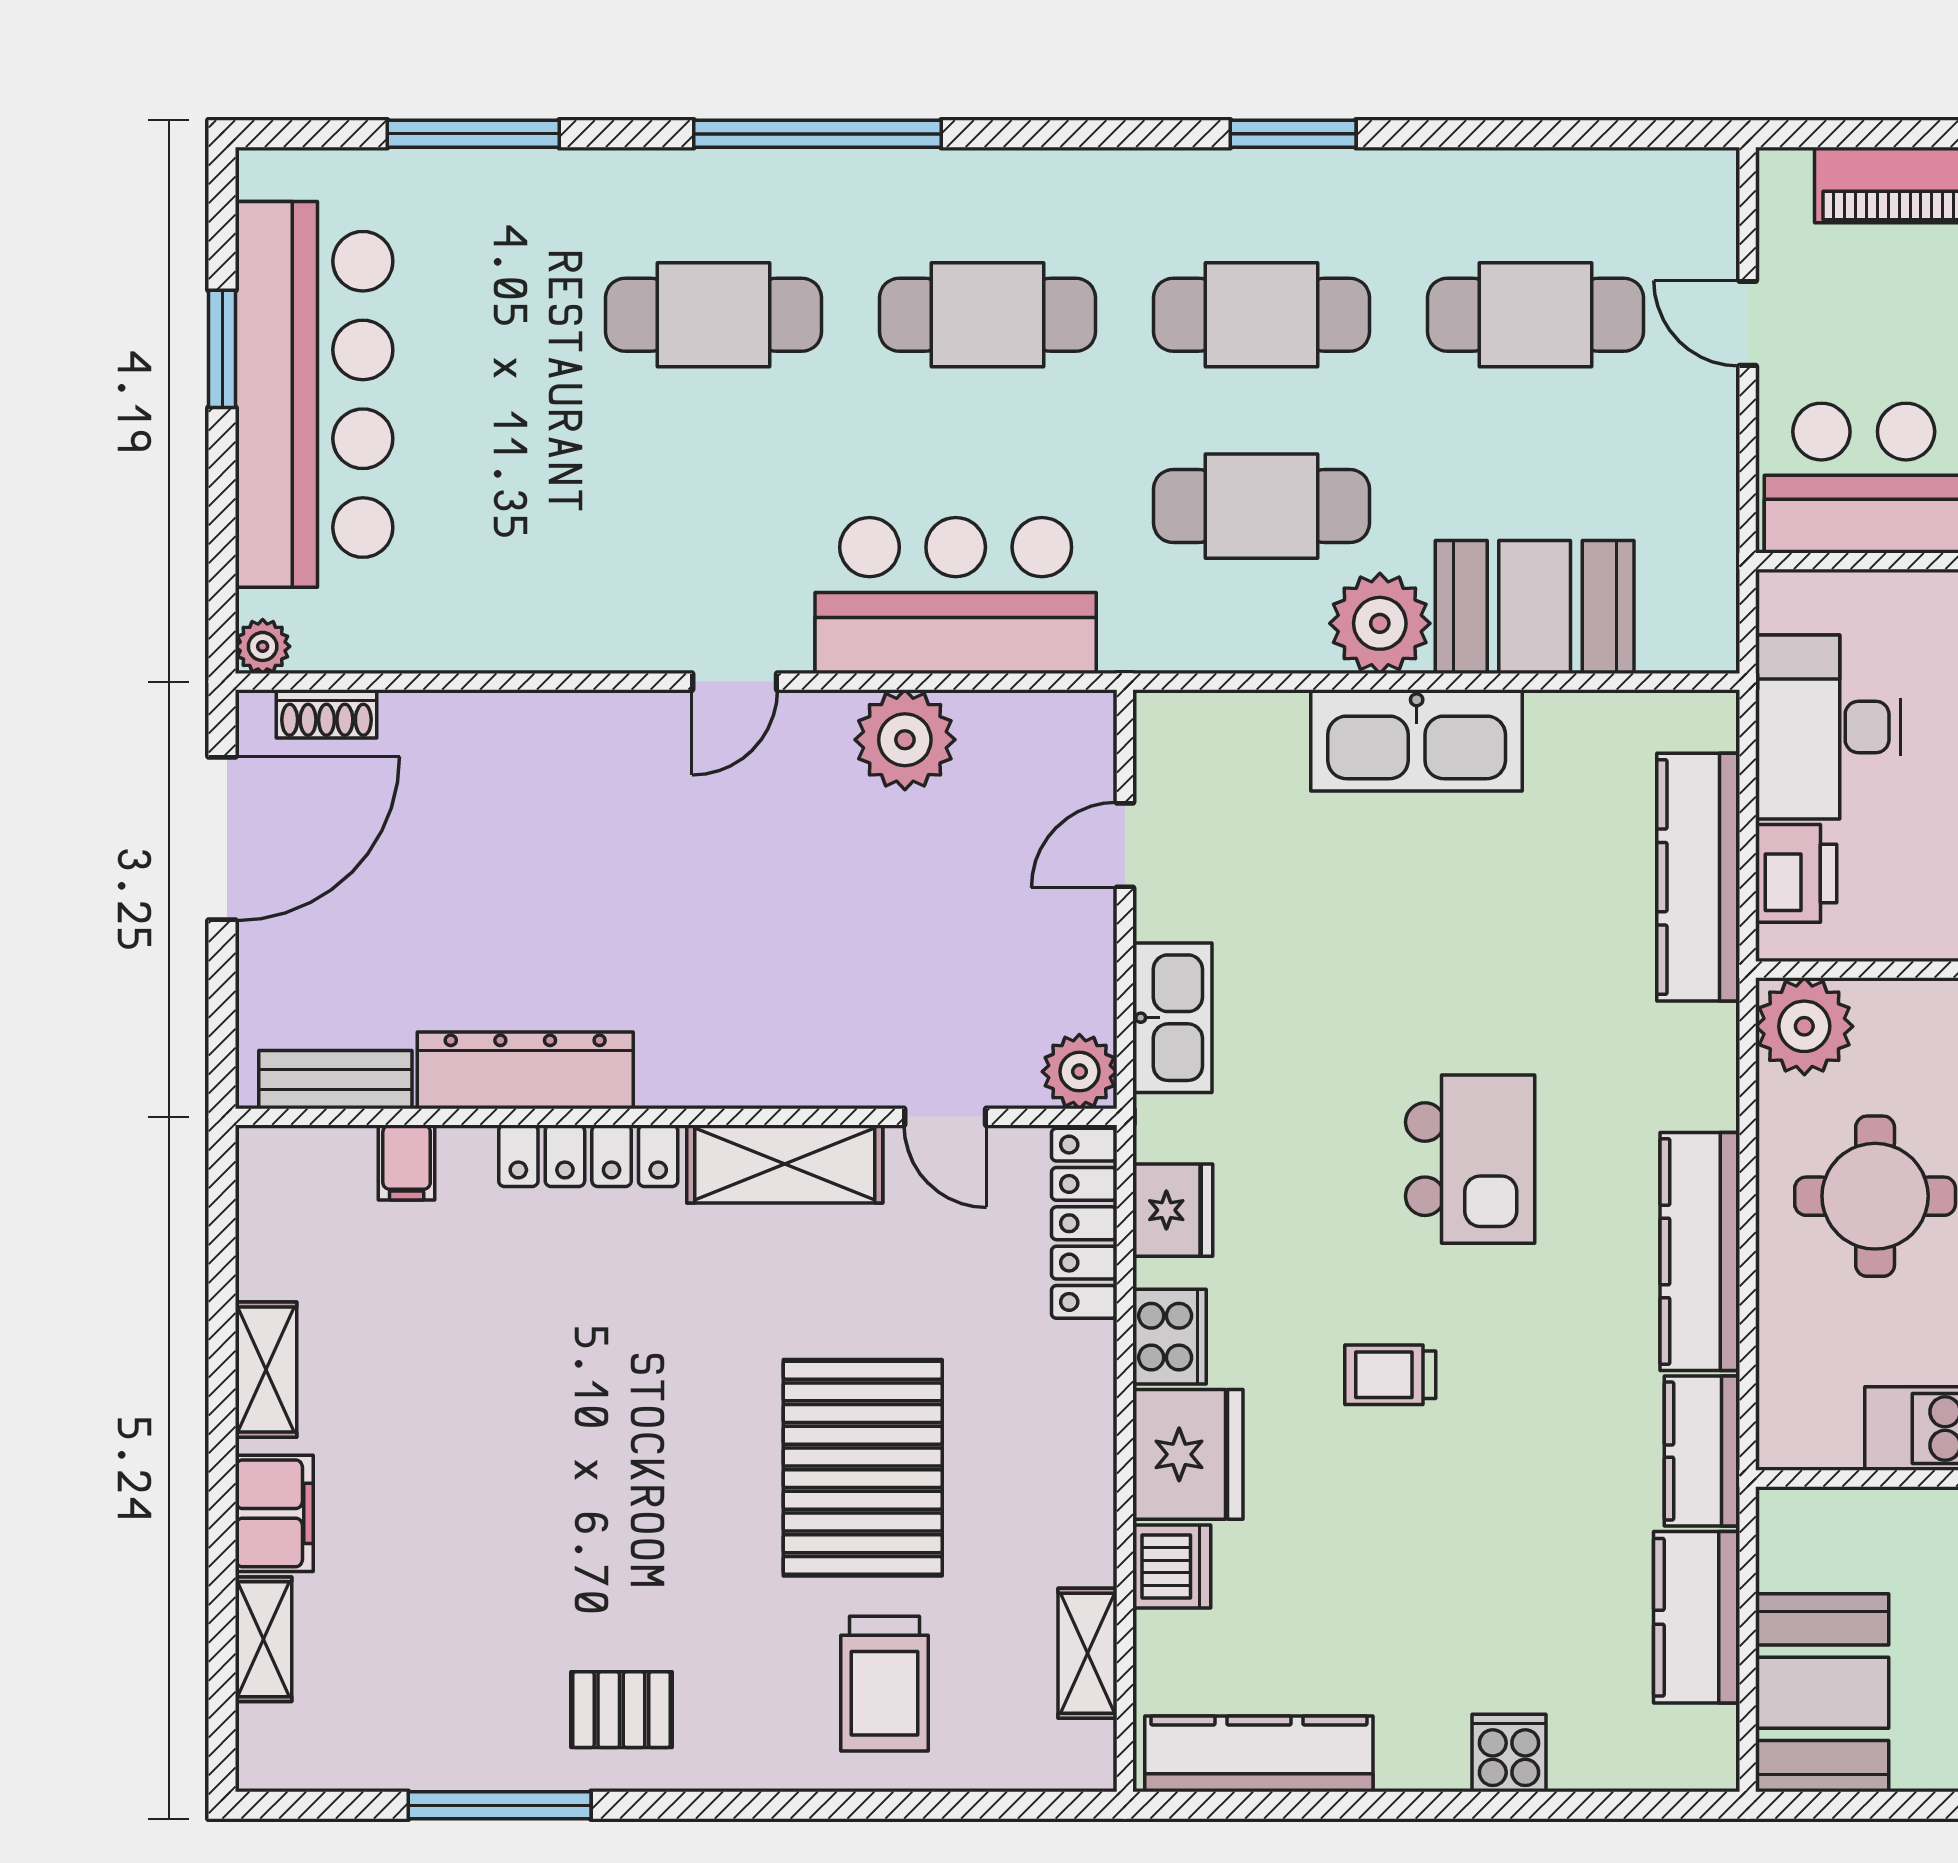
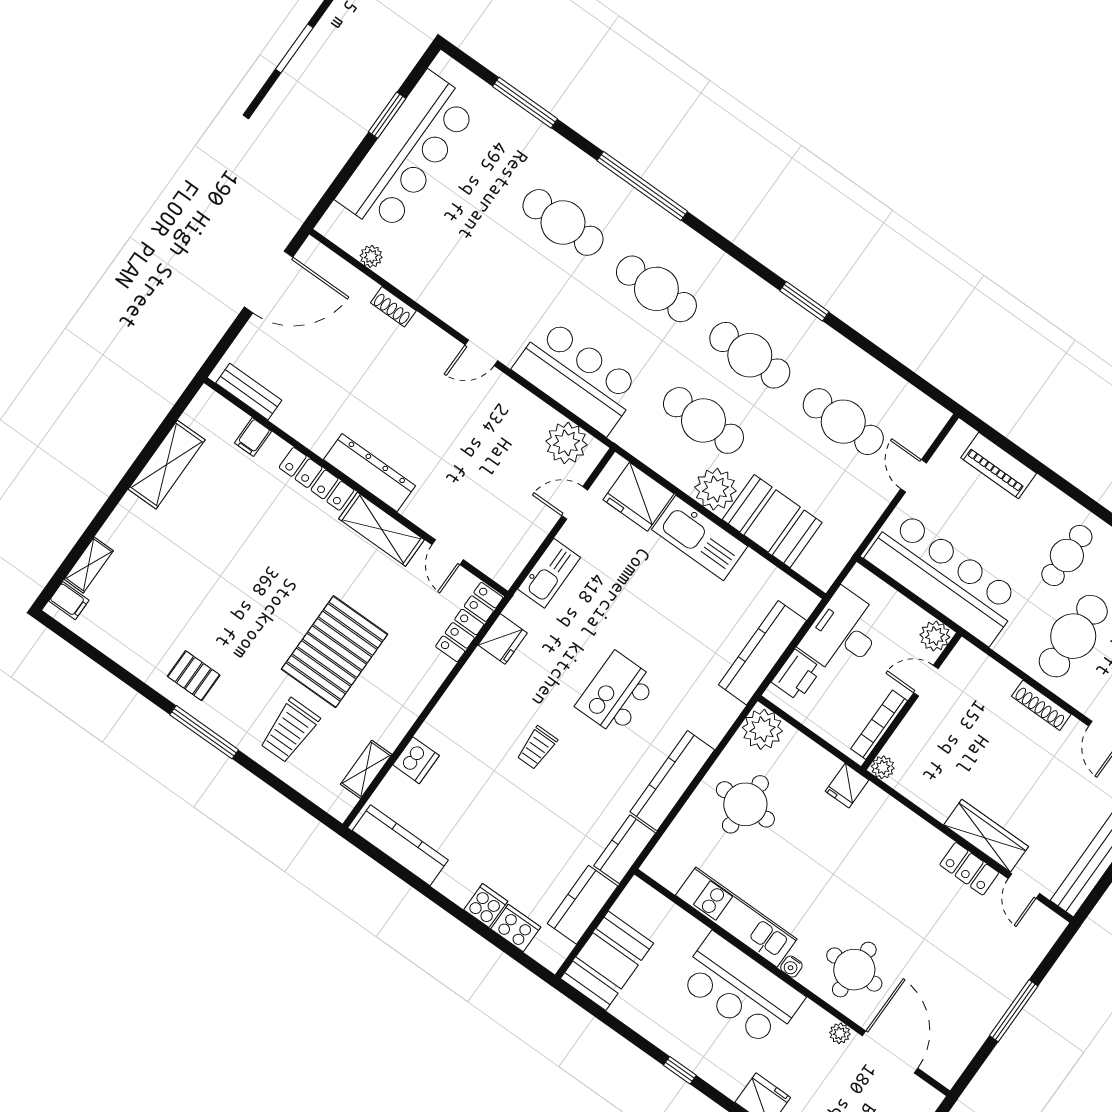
plant: (263, 646) -> (371, 256), moved
shoe rack: (326, 714) -> (393, 307), moved
plant: (905, 740) -> (566, 443), moved
dresser: (525, 1070) -> (370, 473), moved
plant: (1079, 1072) -> (504, 569), removed
kitchen island: (1470, 1159) -> (616, 694), turned 180
cooker: (1169, 1337) -> (516, 928), moved, turned -90
shelving: (266, 1370) -> (167, 465), width x1.50, depth x1.33
trolley: (1390, 1375) -> (537, 748), turned -90
fridge: (1188, 1454) -> (638, 497), moved, turned 90
filing cabinet: (274, 1513) -> (69, 601), moved, width x0.50
window: (500, 1805) -> (204, 732), moved

